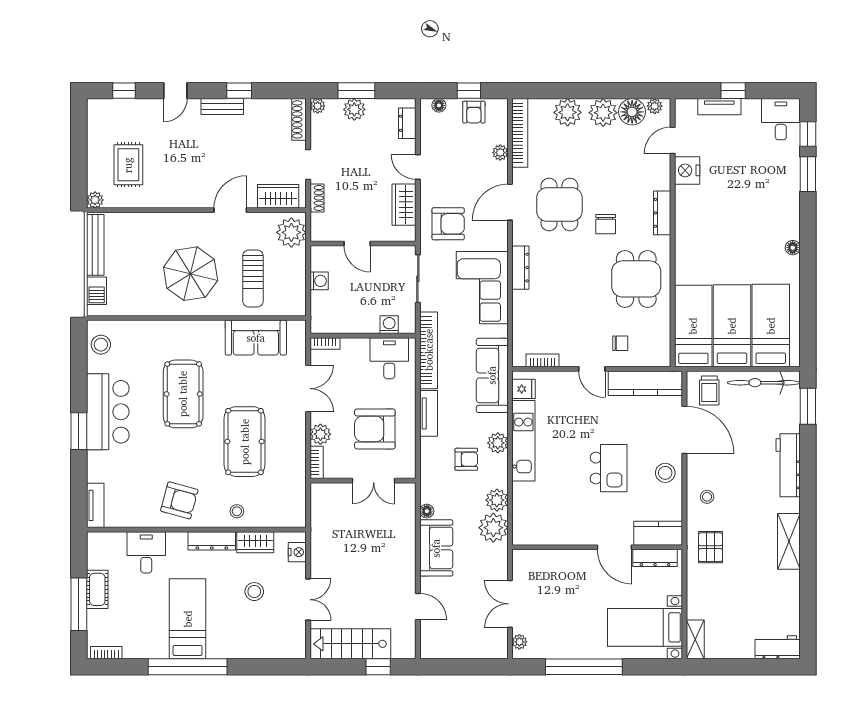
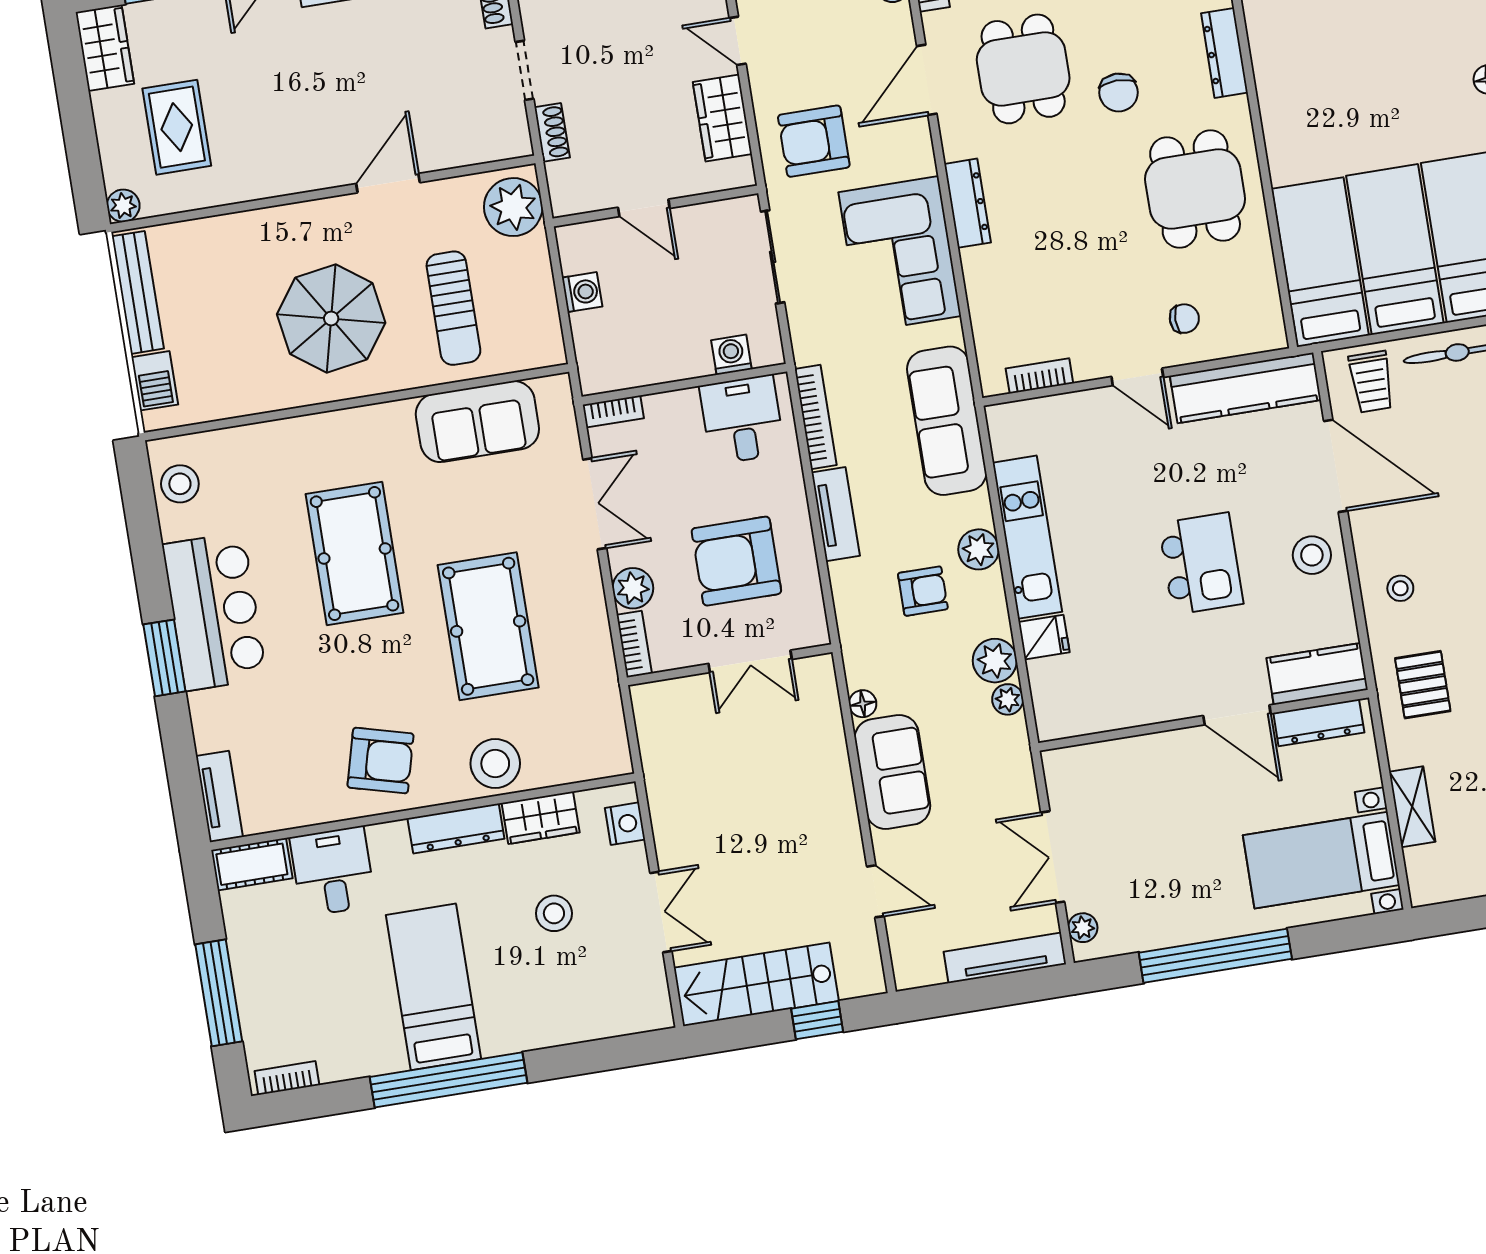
wardrobe: (278, 196) -> (105, 48), moved, turned 90
armchair: (448, 224) -> (814, 141), turned 180
bookcase: (429, 350) -> (816, 417), width x0.68, depth x0.76
fridge: (524, 389) -> (1044, 637), moved
stool: (237, 511) -> (495, 763), width x1.89, depth x1.89
plant: (493, 528) -> (1008, 699), width x0.53, depth x0.53
cot: (97, 589) -> (252, 864), moved, turned 90
shelving: (695, 639) -> (1412, 807), moved
tv unit: (478, 651) -> (1005, 958), added

